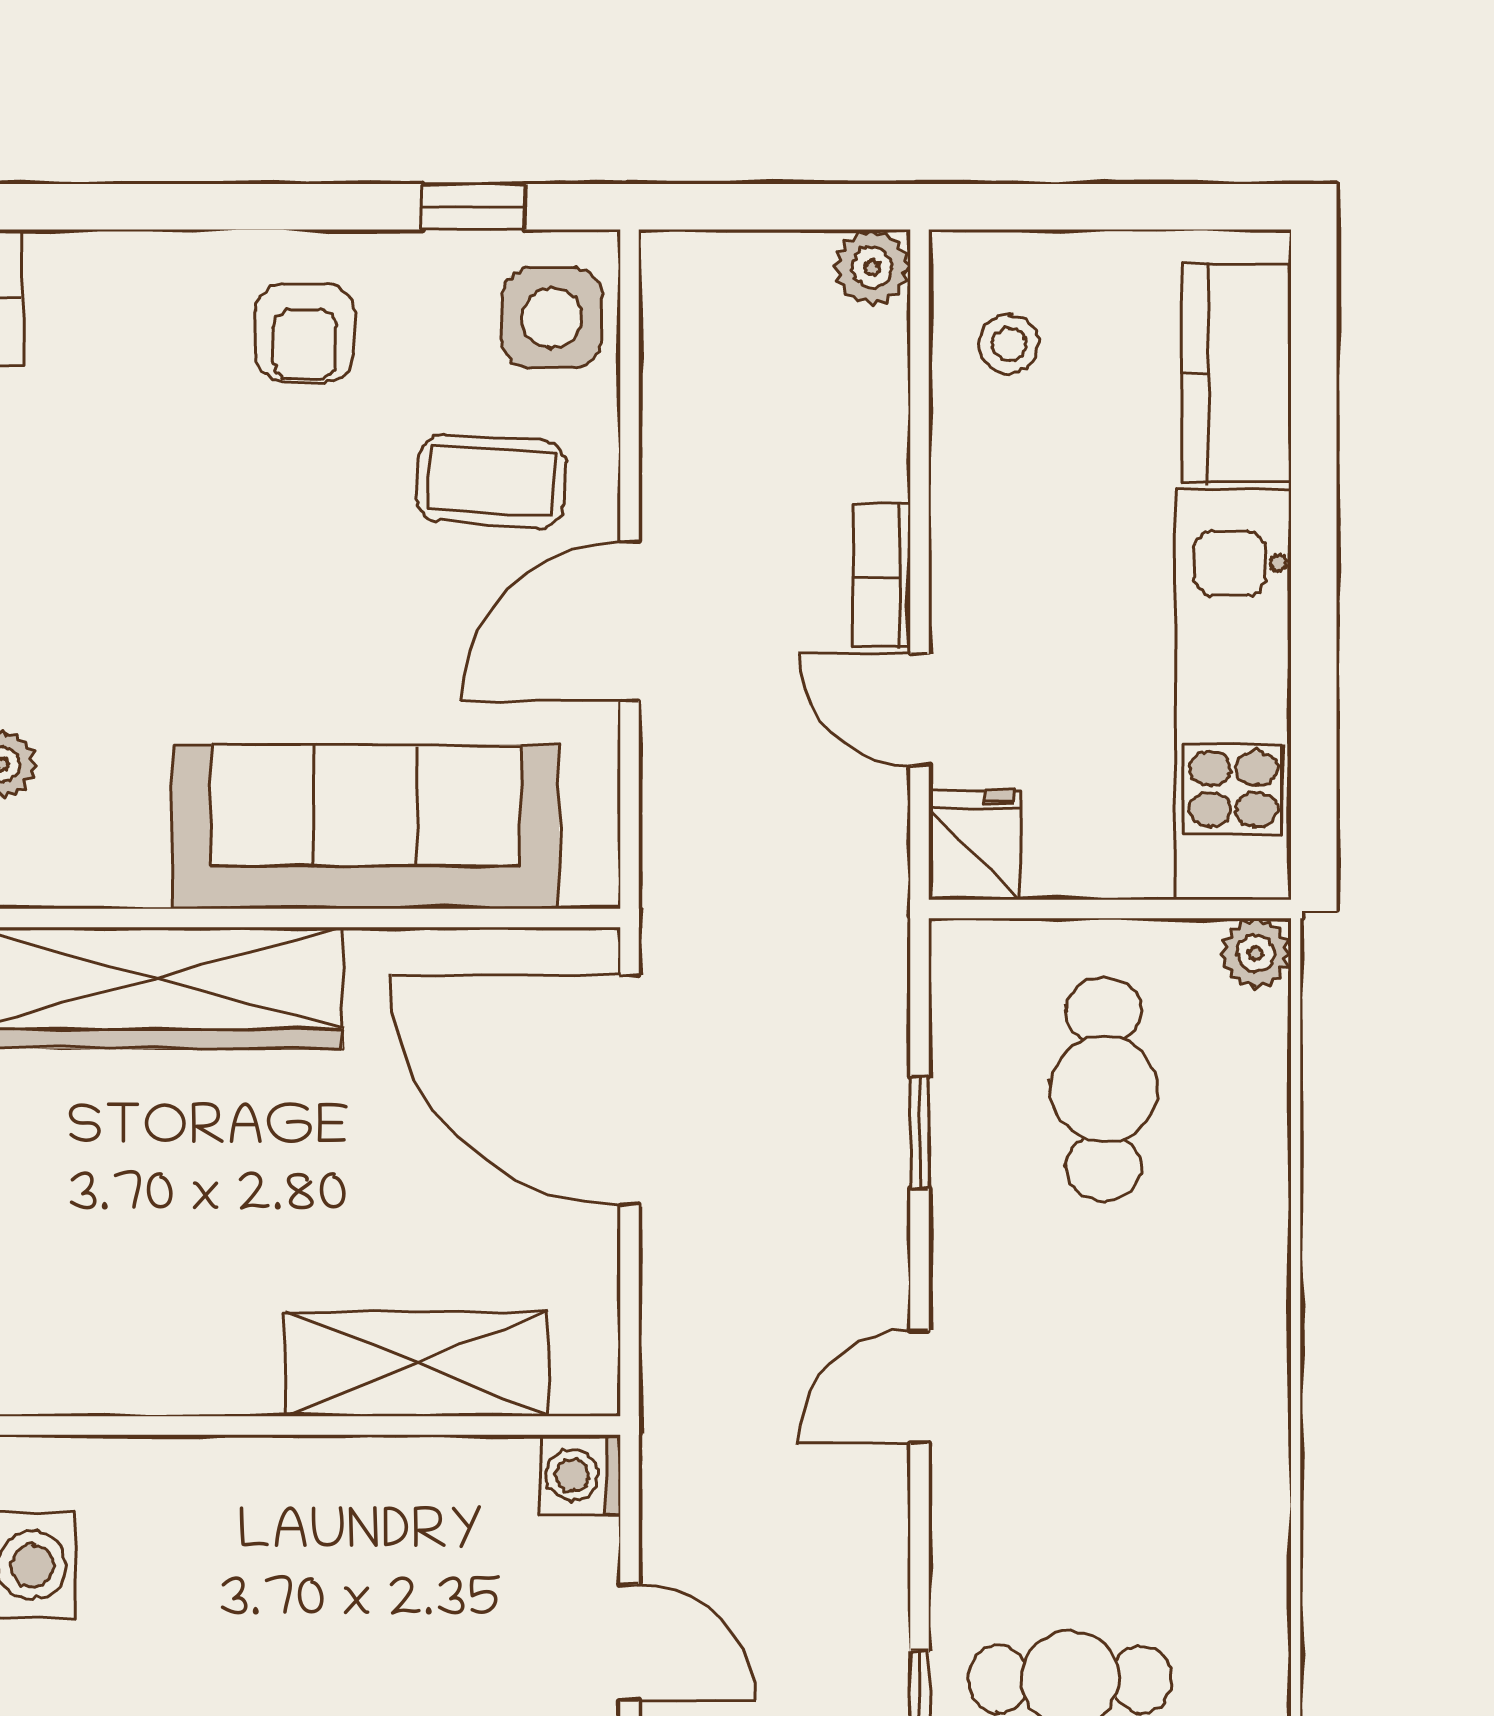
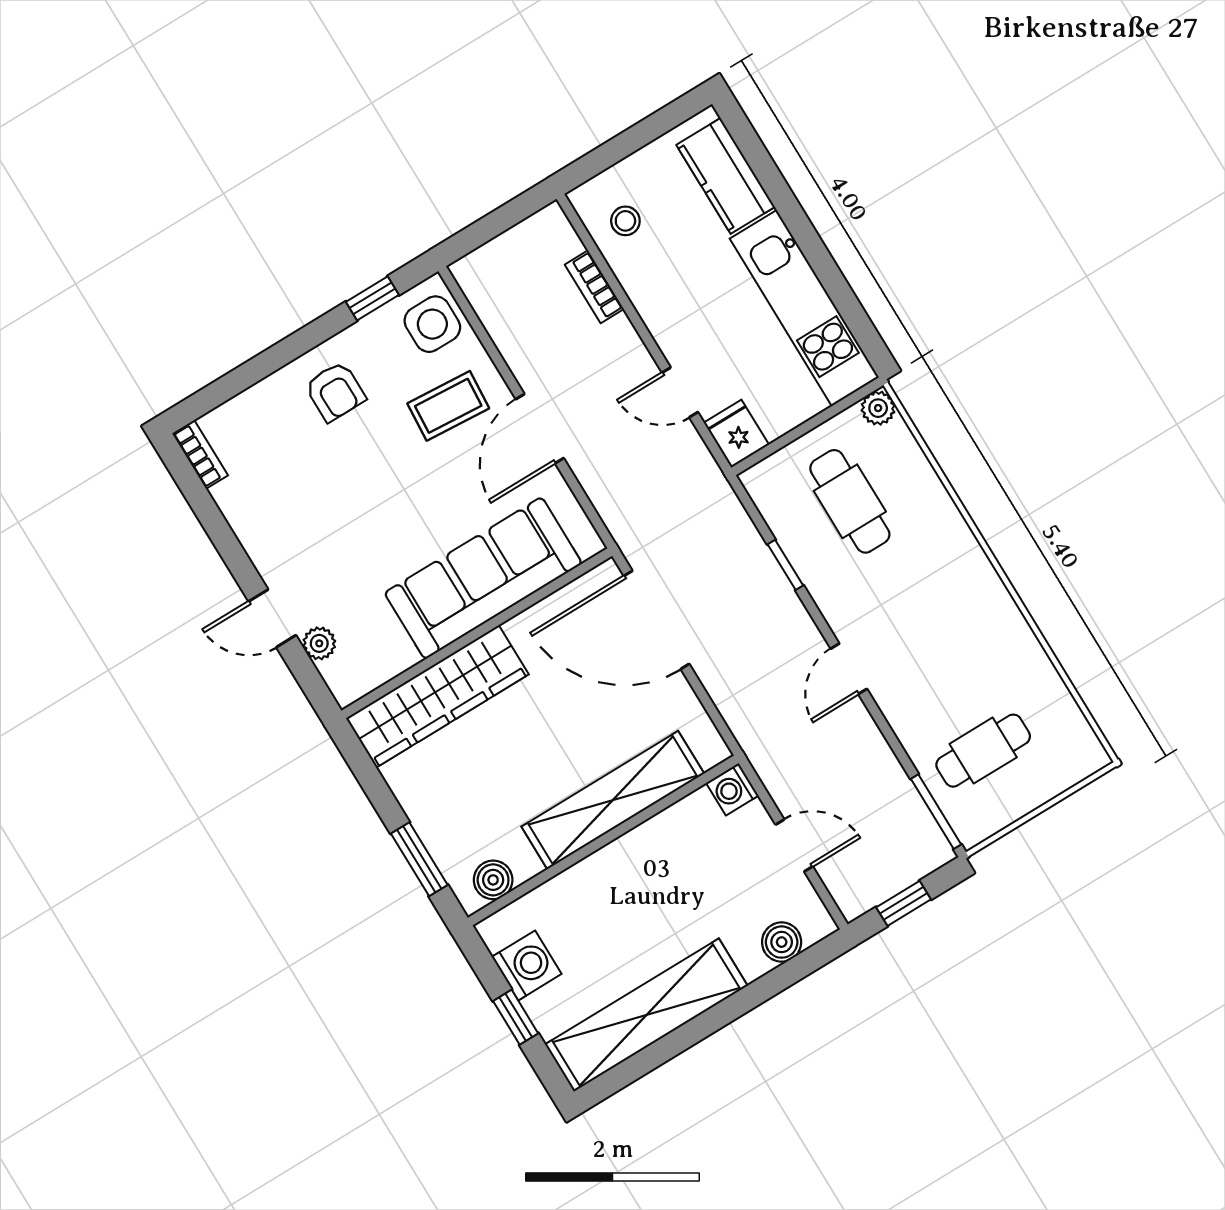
plant: (872, 268) -> (551, 224), removed
bookcase: (882, 576) -> (594, 287), moved
shelving: (416, 1364) -> (613, 800), width x1.47
boiler: (55, 1376) -> (493, 880), added

